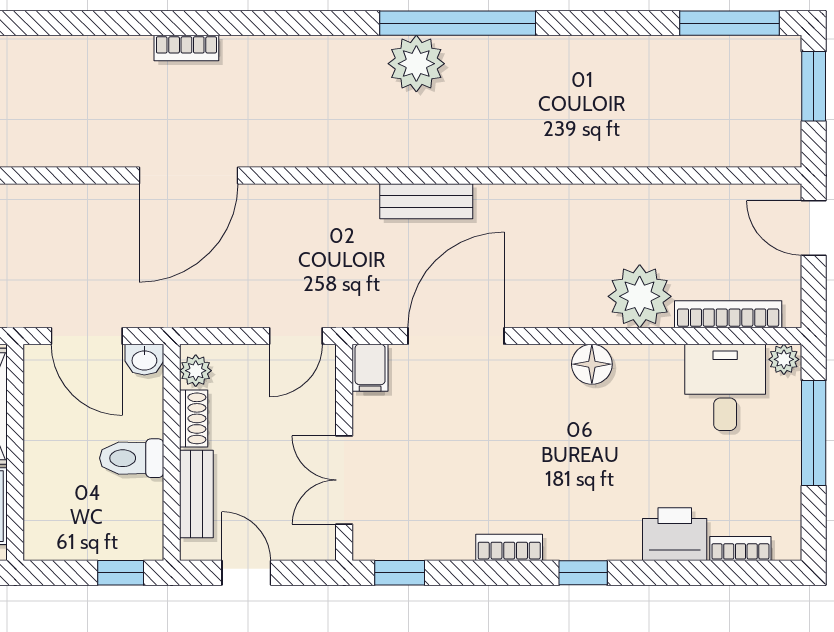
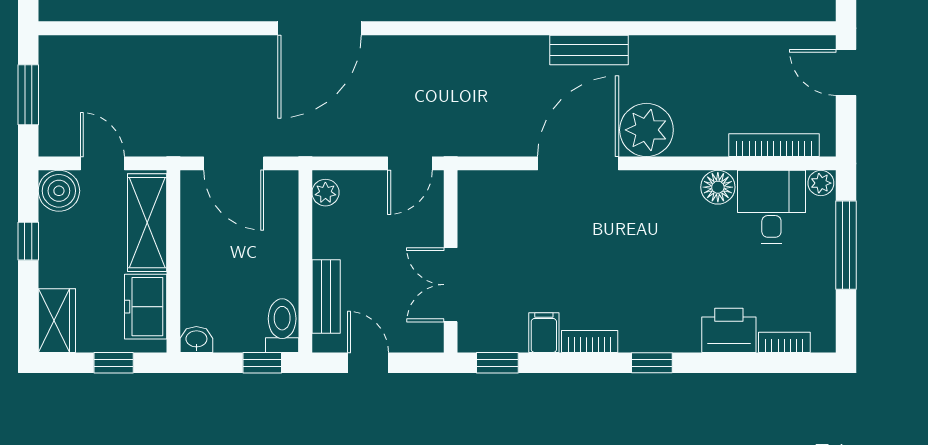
bench: (426, 201) -> (589, 50), moved
plant: (640, 296) -> (646, 130), moved
door: (456, 336) -> (578, 163), moved
washbasin: (144, 360) -> (196, 340), moved, turned 180
floor lamp: (592, 364) -> (718, 187), moved
filing cabinet: (370, 368) -> (544, 333), moved, turned 180
shoe rack: (194, 418) -> (324, 233), removed
toilet: (132, 458) -> (282, 326), moved, turned 90

